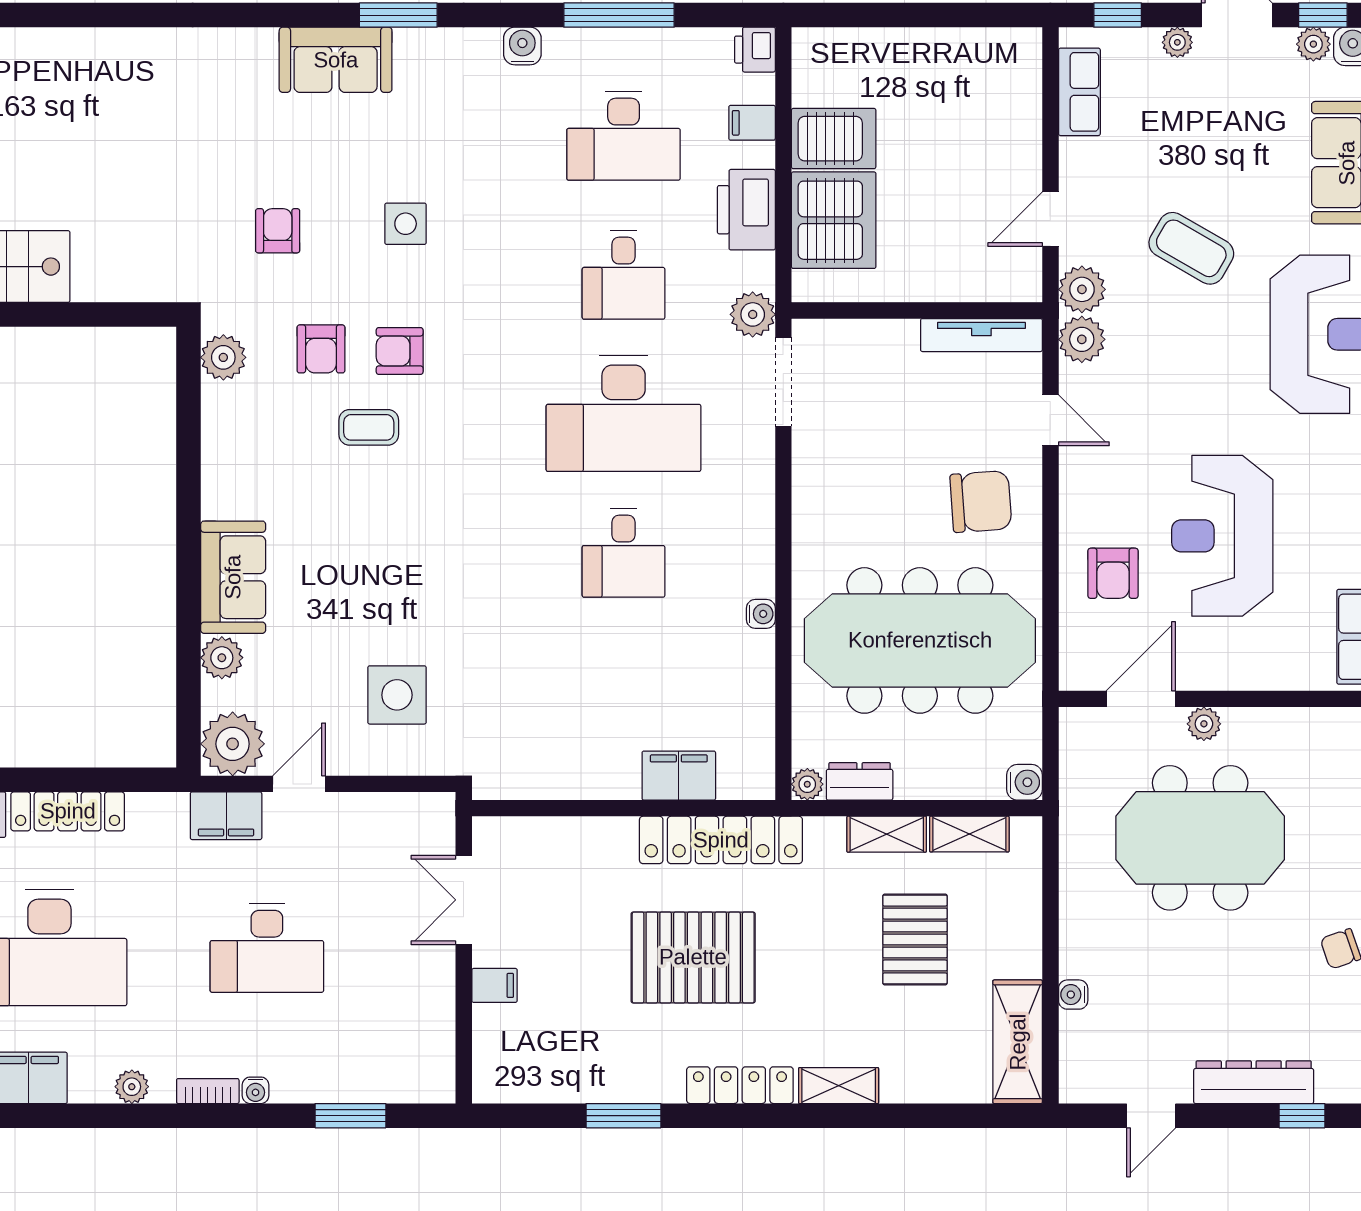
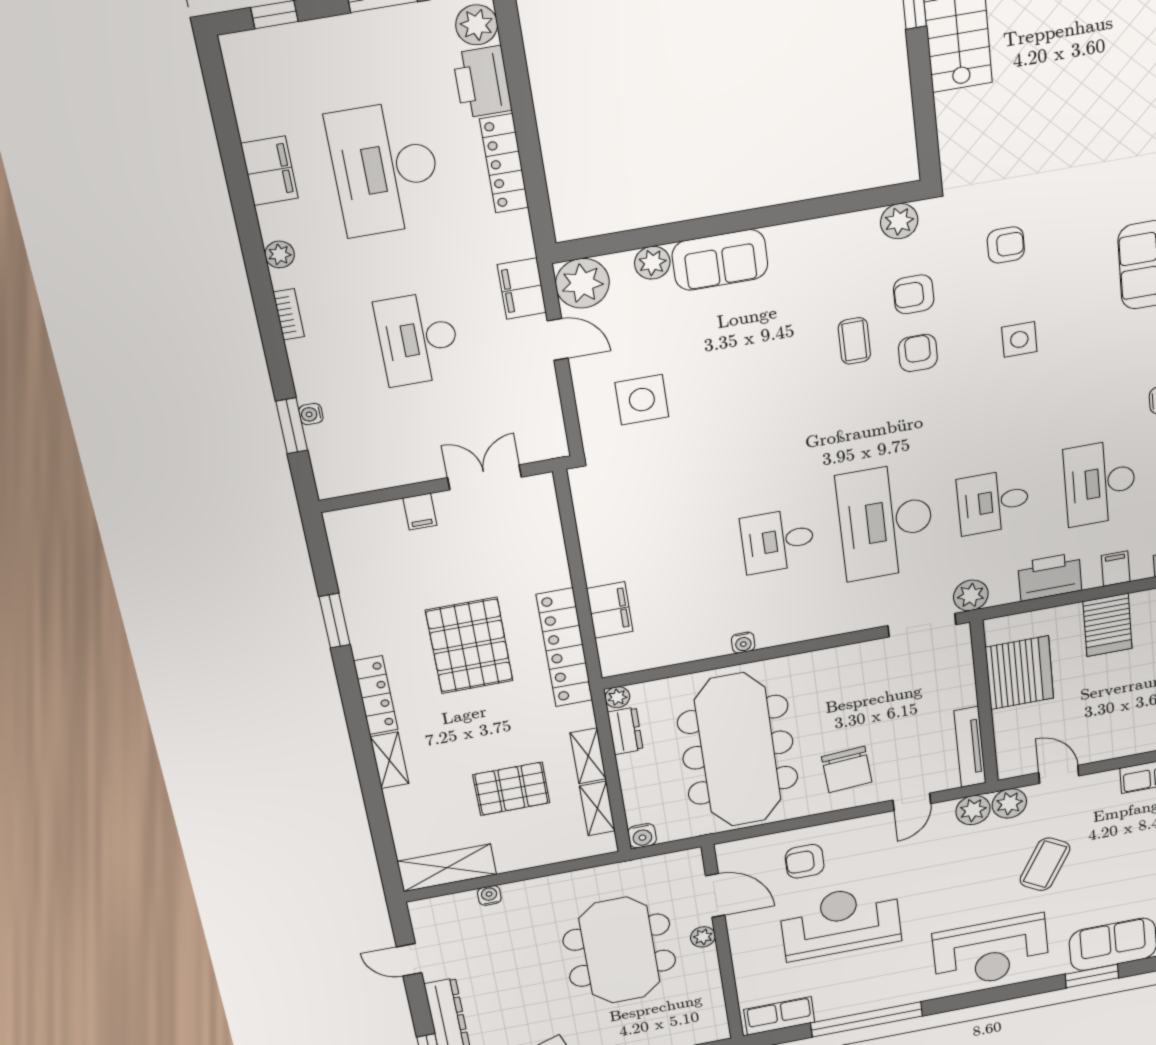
server rack: (834, 220) -> (1019, 673), moved, turned -90
water cooler: (256, 1090) -> (311, 414), moved

